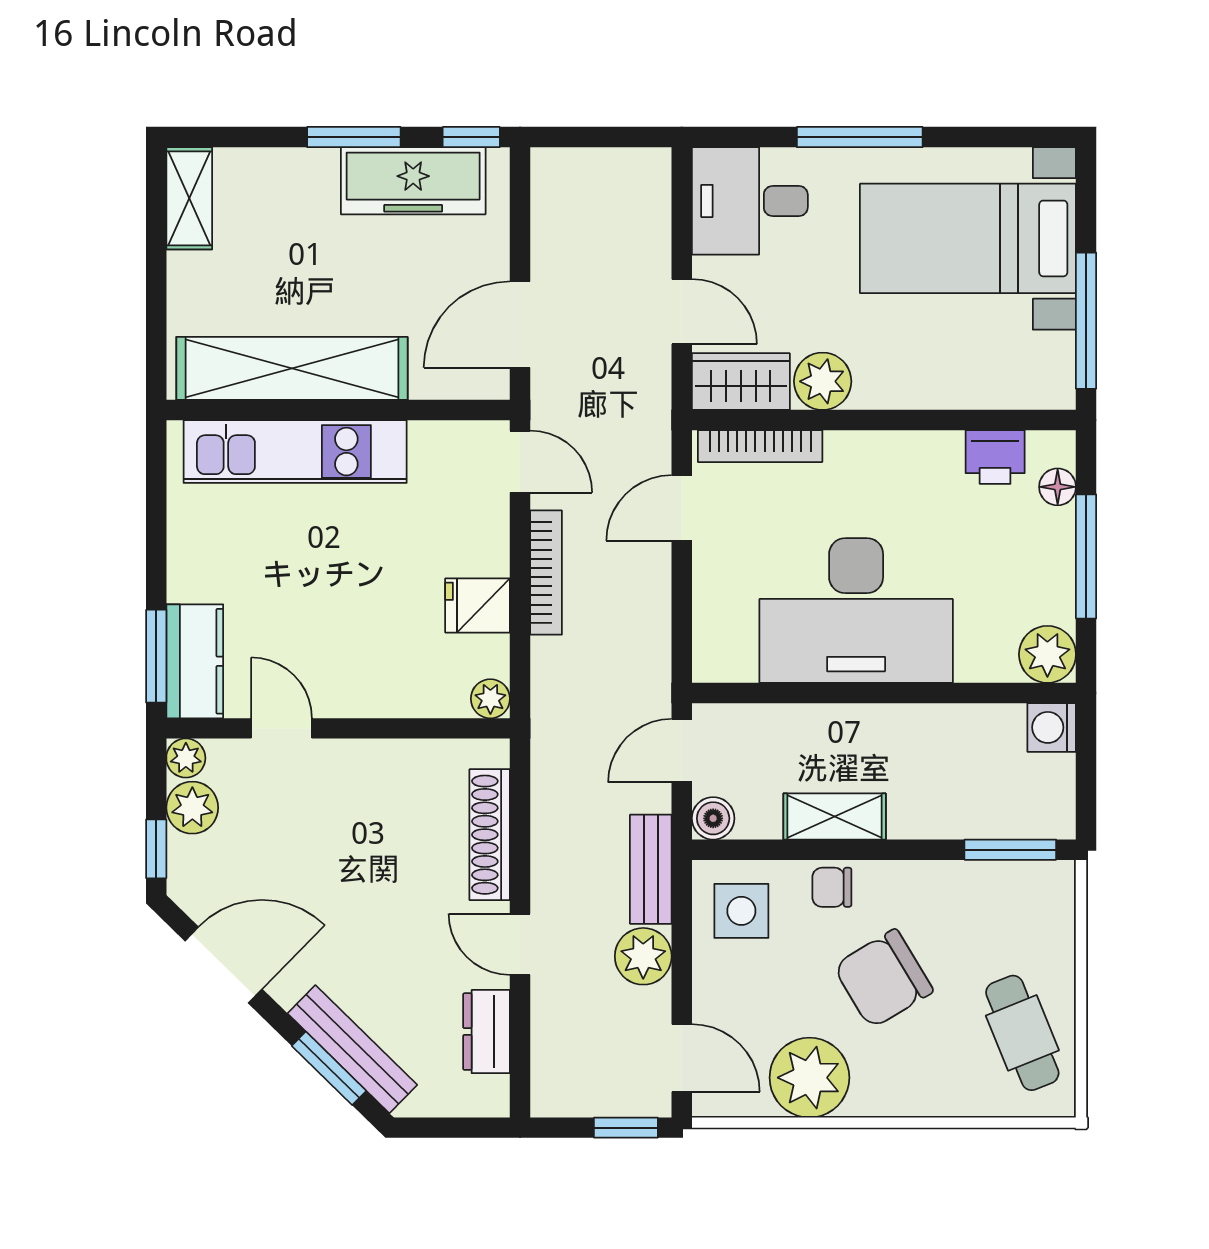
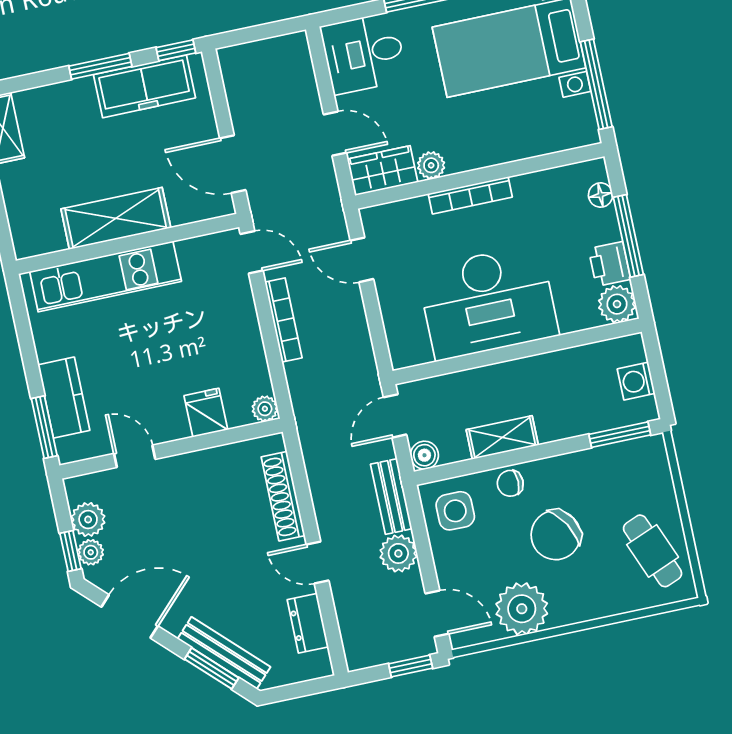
door: (520, 325) -> (233, 164), hinge flipped
shelving: (292, 368) -> (116, 218), width x0.68
plant: (823, 381) -> (431, 165), width x0.73, depth x0.73
bookcase: (760, 446) -> (470, 195), moved
printer: (995, 457) -> (610, 264), moved, turned 90
door: (682, 508) -> (362, 260), hinge flipped
fridge: (478, 605) -> (206, 413), moved, turned 90
kitchen counter: (195, 661) -> (64, 398), moved
washing machine: (1052, 727) -> (636, 381), moved
plant: (186, 758) -> (91, 552), moved

